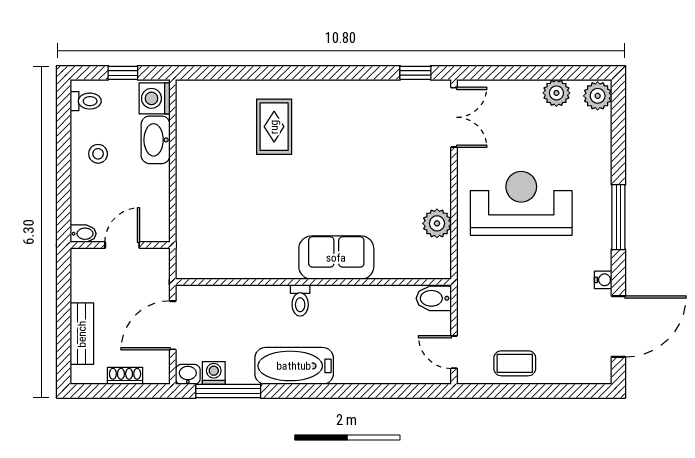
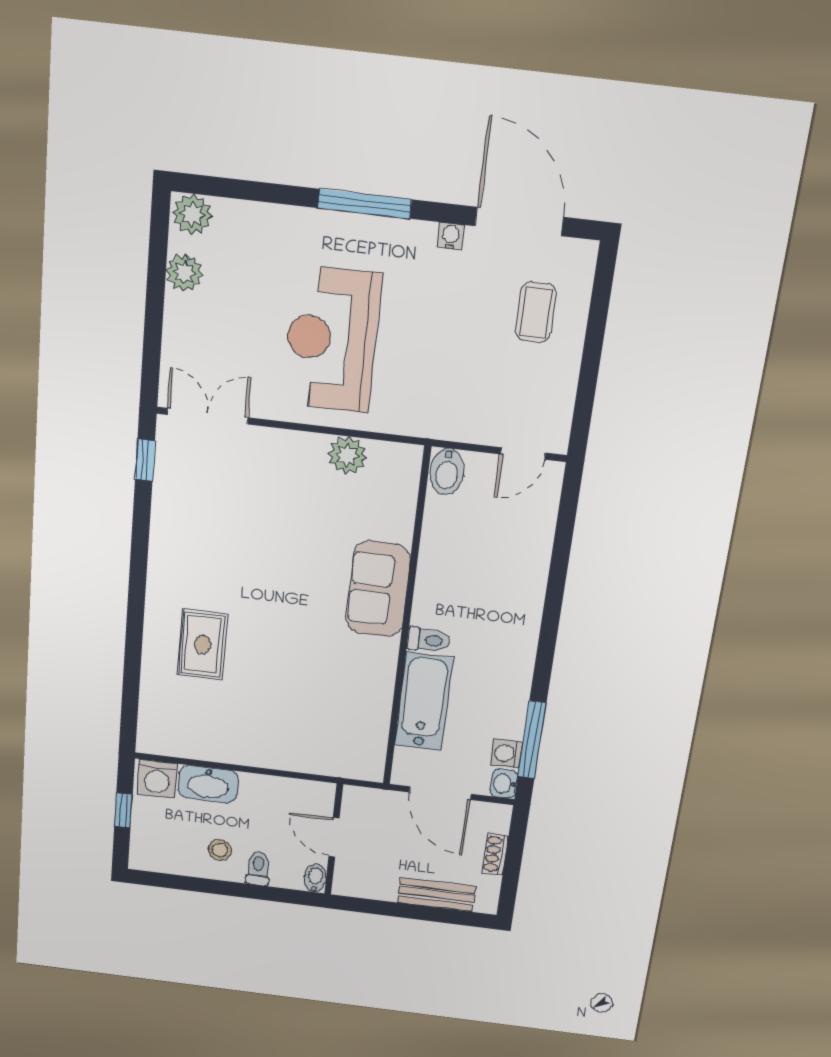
toilet: (86, 101) -> (258, 868), moved
rug: (274, 127) -> (203, 644), turned 90
coffee table: (515, 363) -> (536, 312), moved
bathtub: (294, 366) -> (424, 702), moved, turned 180

